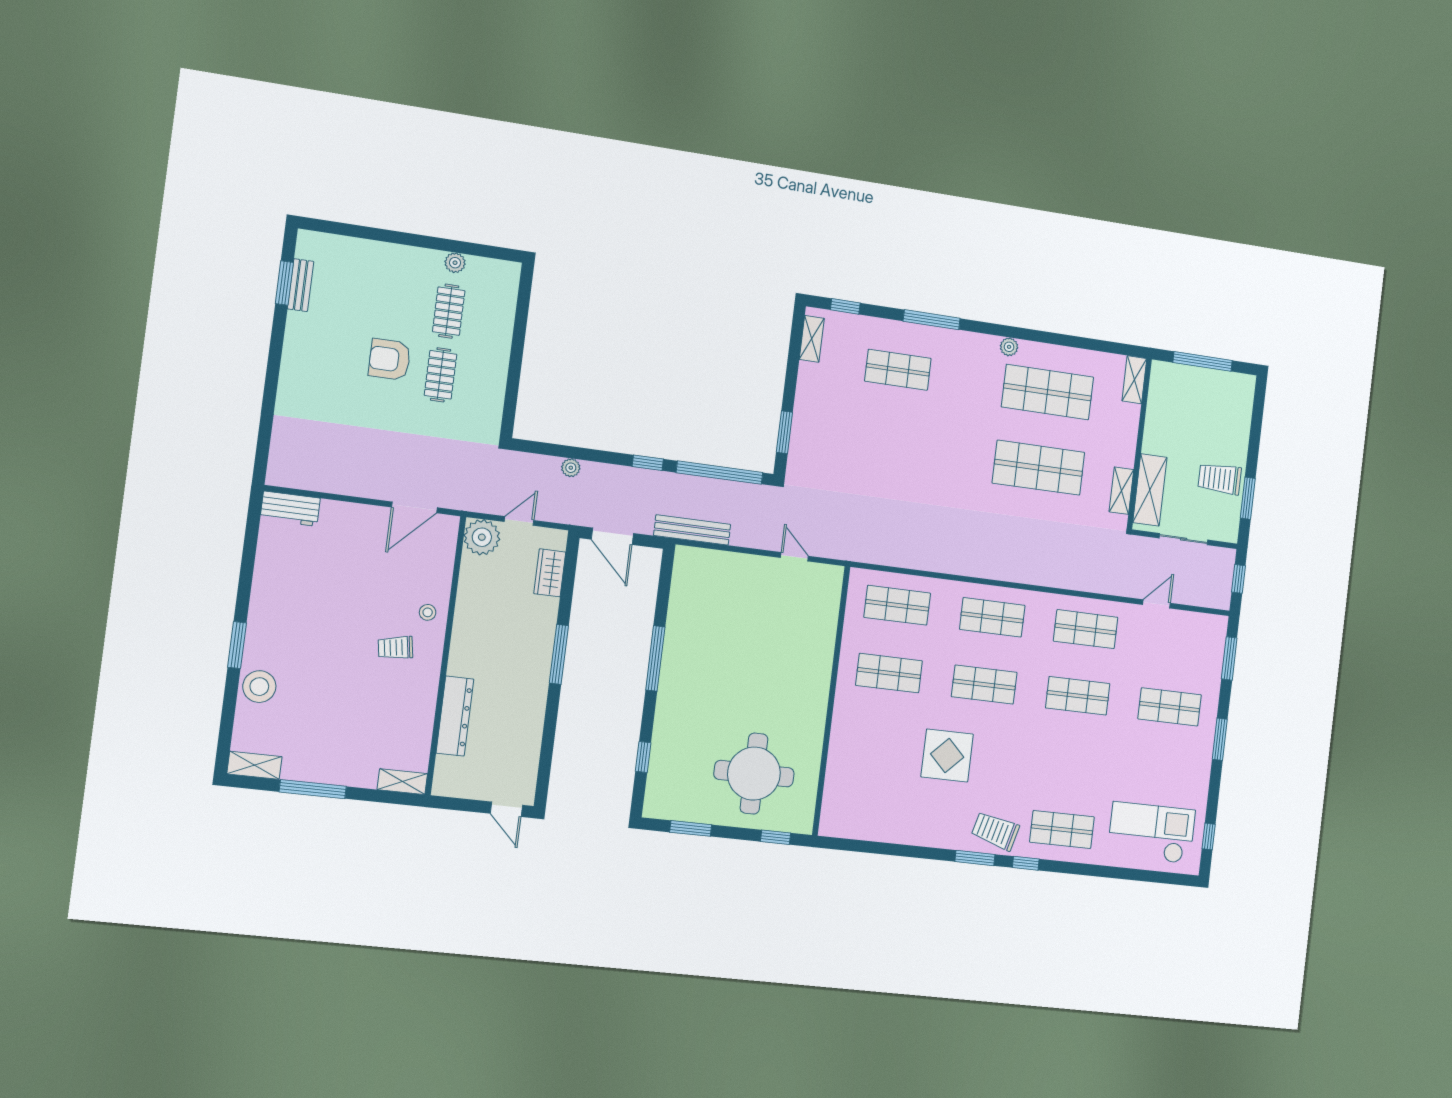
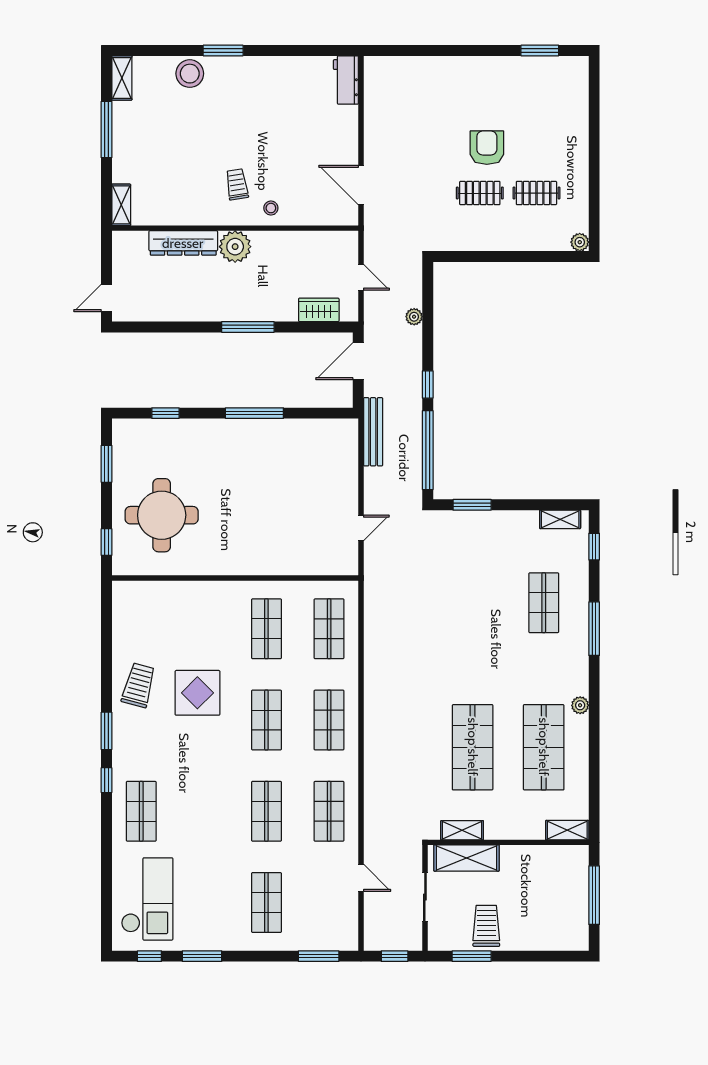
plant: (455, 263) -> (580, 242), moved
bench: (301, 285) -> (540, 64), removed
plant: (482, 537) -> (235, 247), moved
window: (1220, 739) -> (202, 956), moved
trolley: (995, 831) -> (139, 685), moved

